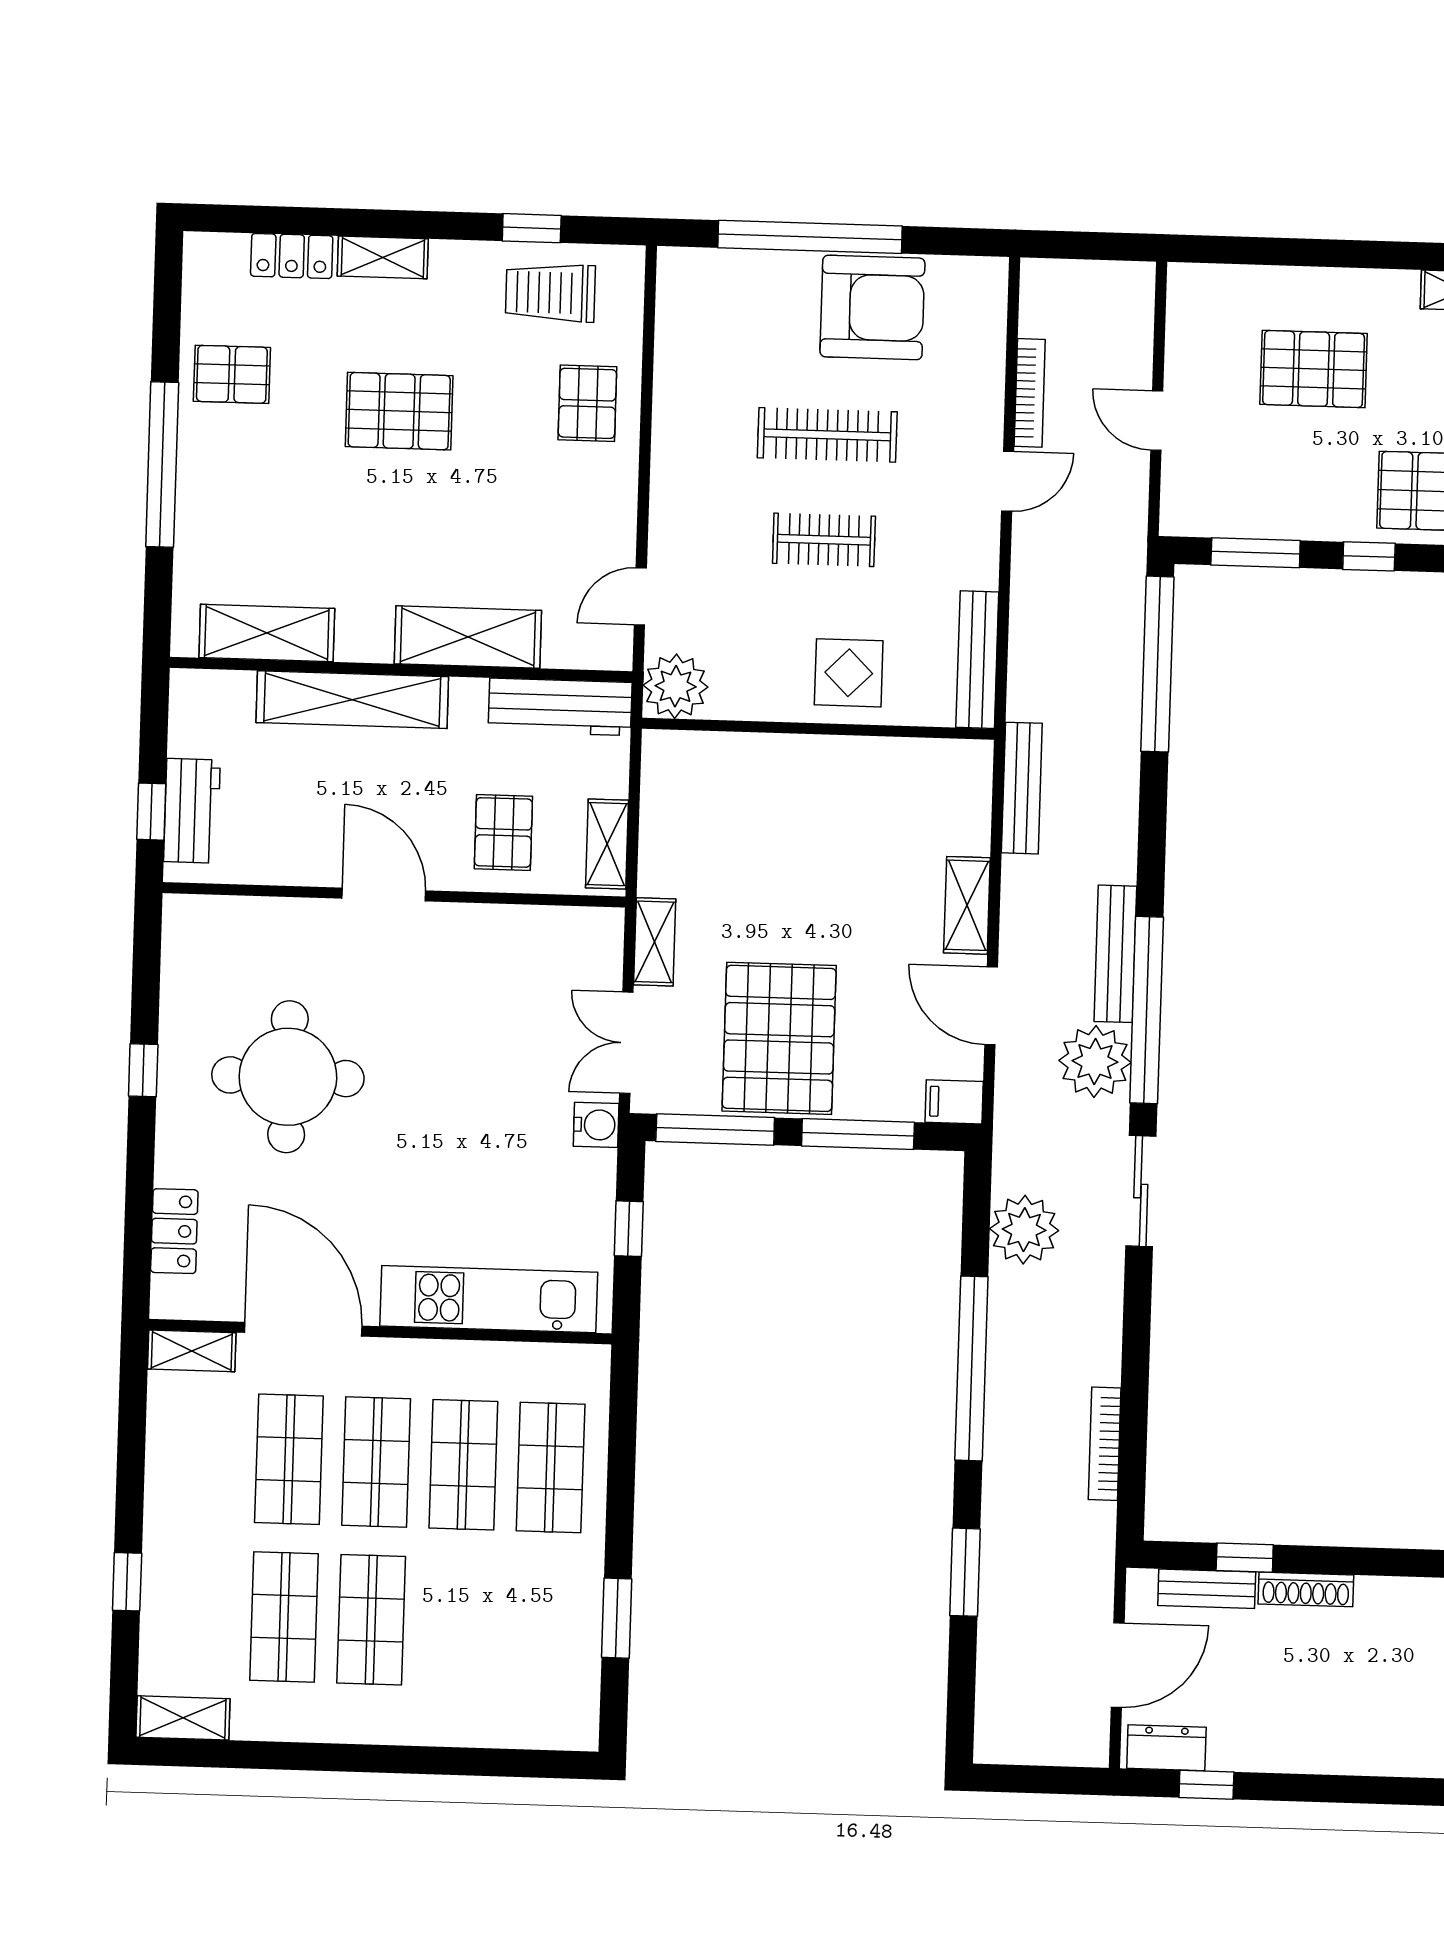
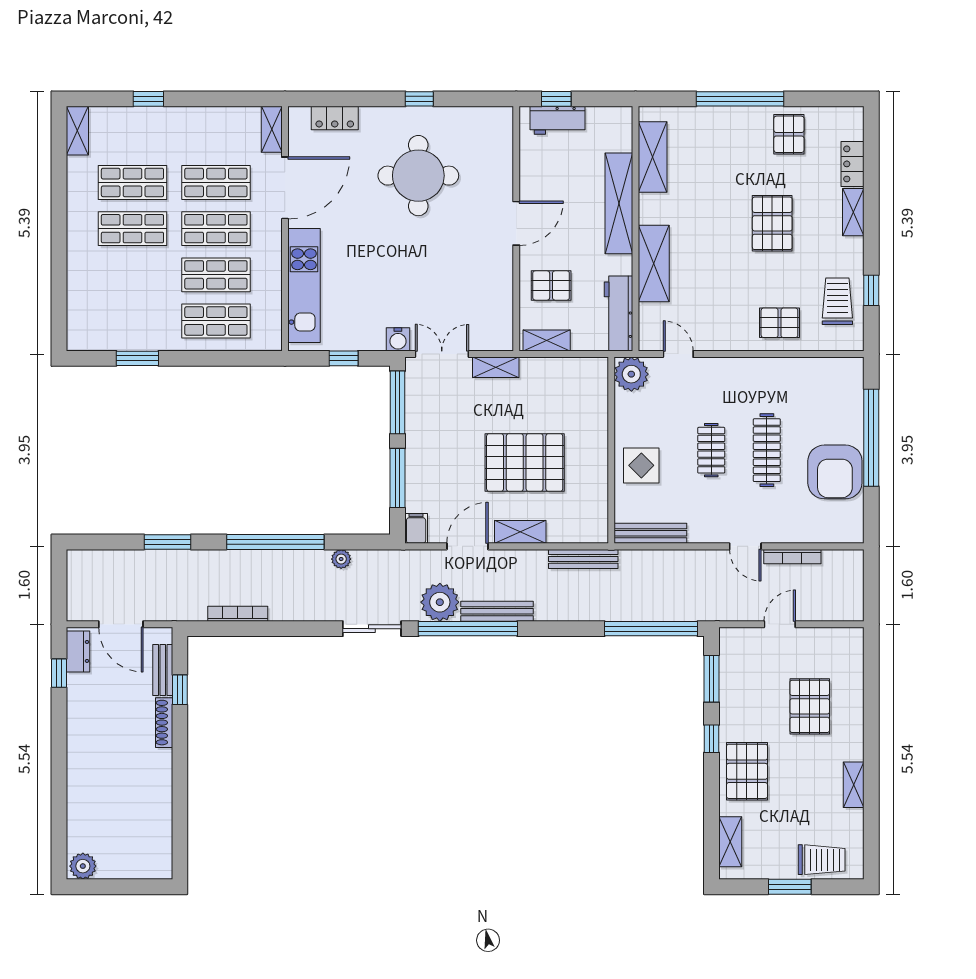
pallet: (779, 1038) -> (525, 462), moved
plant: (1024, 1230) -> (341, 559), width x0.53, depth x0.53

